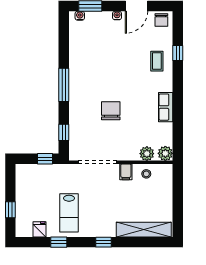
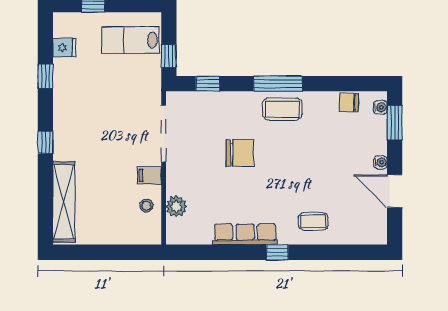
chair: (161, 20) -> (349, 103), moved
window: (178, 53) -> (277, 252), moved
coffee table: (81, 82) -> (282, 109), added
row of seats: (166, 107) -> (245, 234), width x1.48
plant: (165, 153) -> (177, 234), removed
lab bench: (69, 213) -> (131, 40), moved

